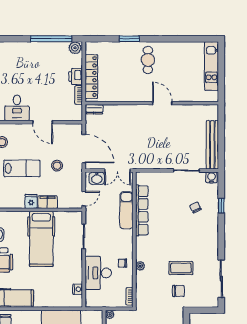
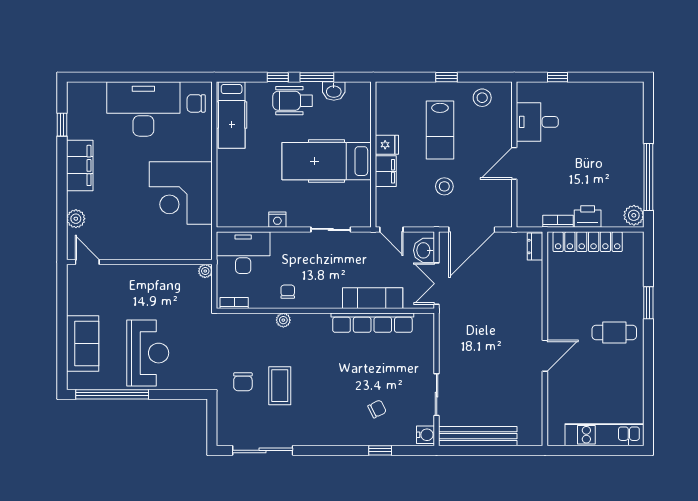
desk: (98, 273) -> (243, 253), moved
nightstand: (78, 289) -> (277, 220), moved

